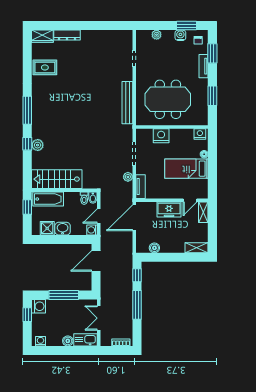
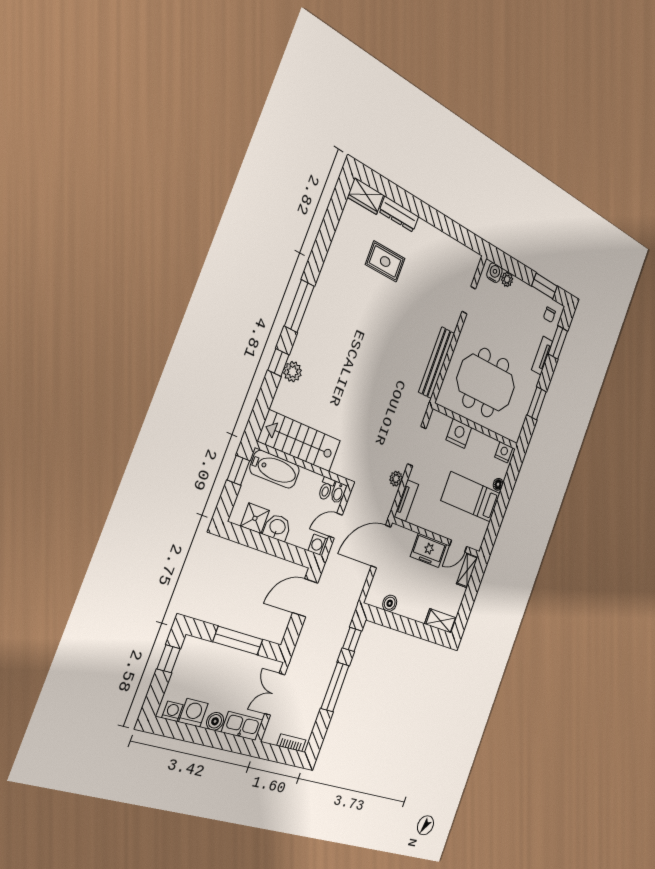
water cooler: (180, 35) -> (494, 273), moved
rug: (45, 67) -> (385, 262), moved
washing machine: (38, 306) -> (193, 713), moved, turned -90

